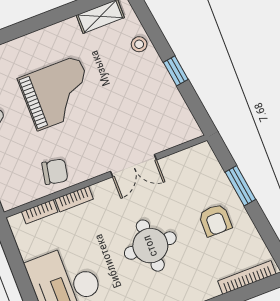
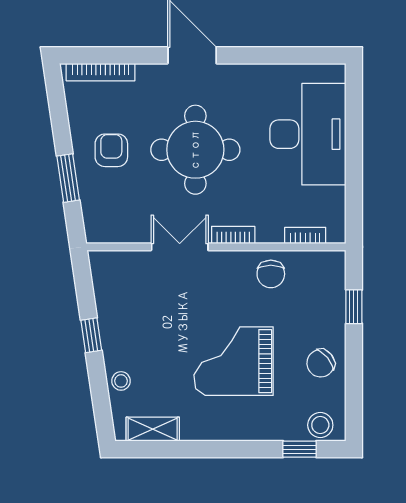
chair: (55, 172) -> (271, 274), turned -101
bookcase: (74, 199) -> (233, 235), moved
round table: (150, 246) -> (195, 150), width x1.36, depth x1.36

